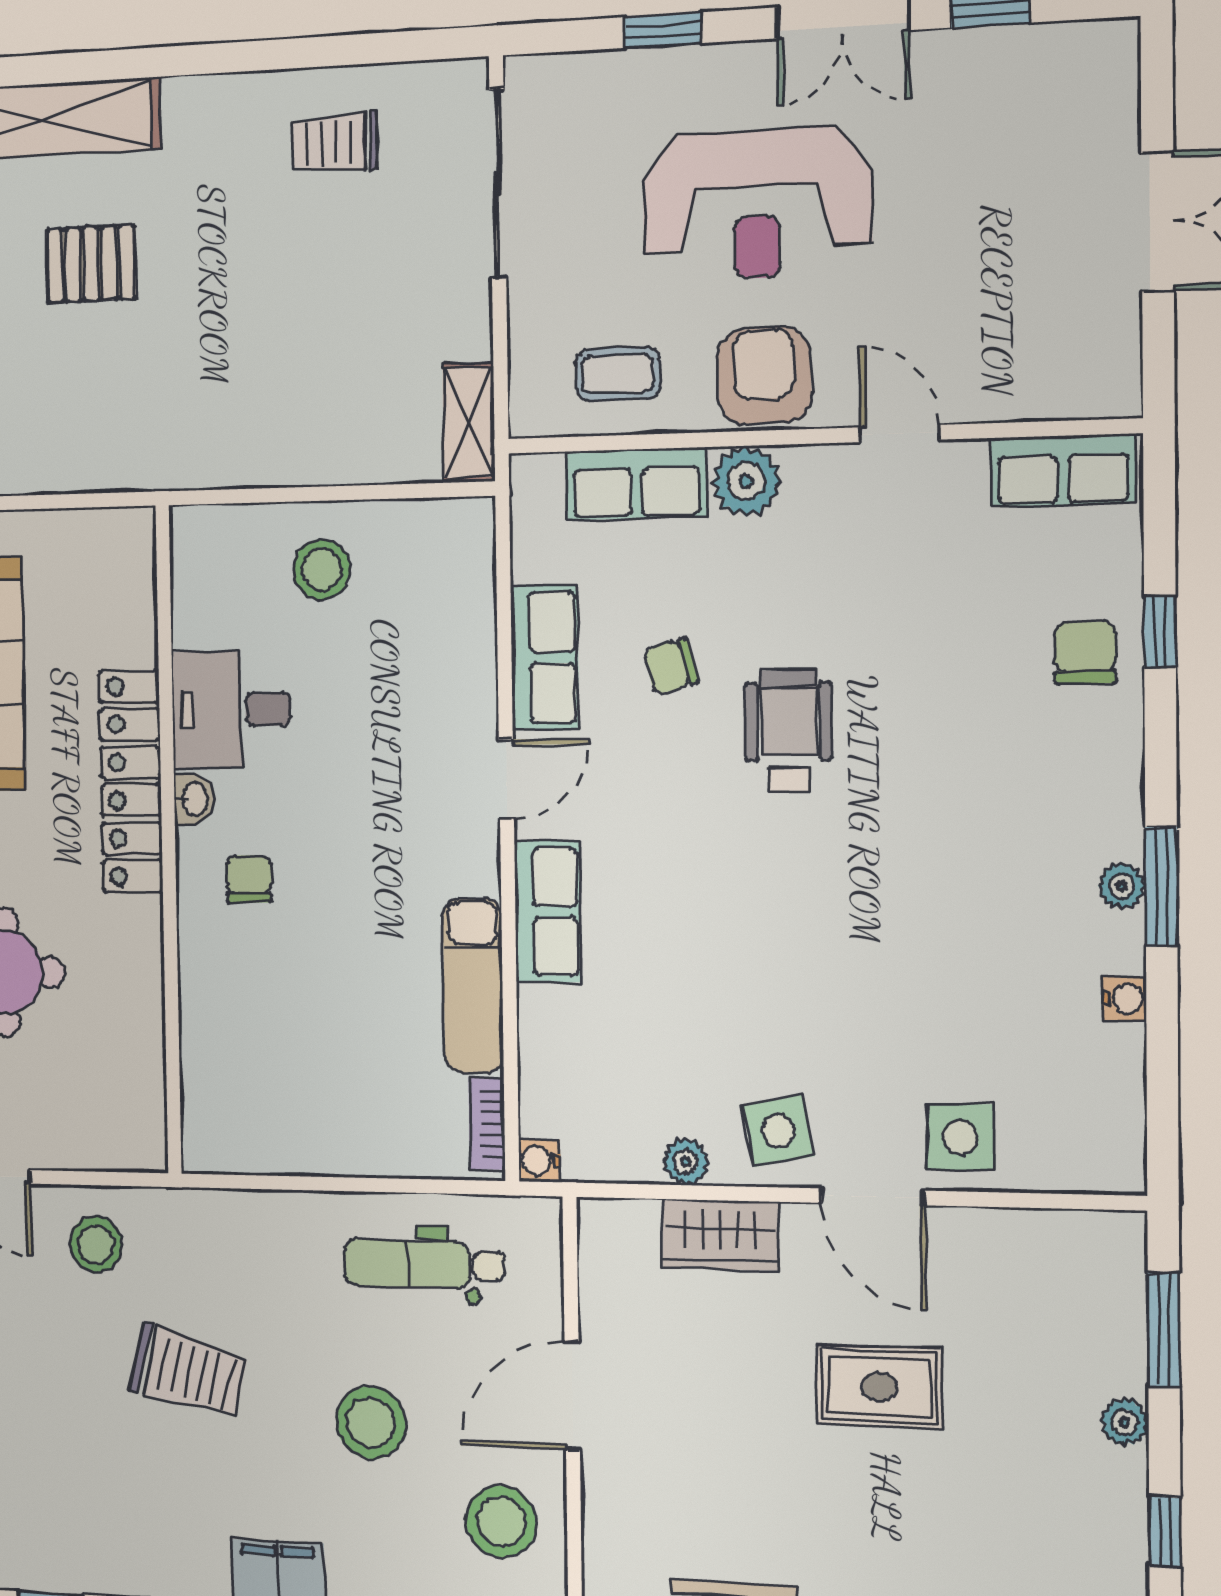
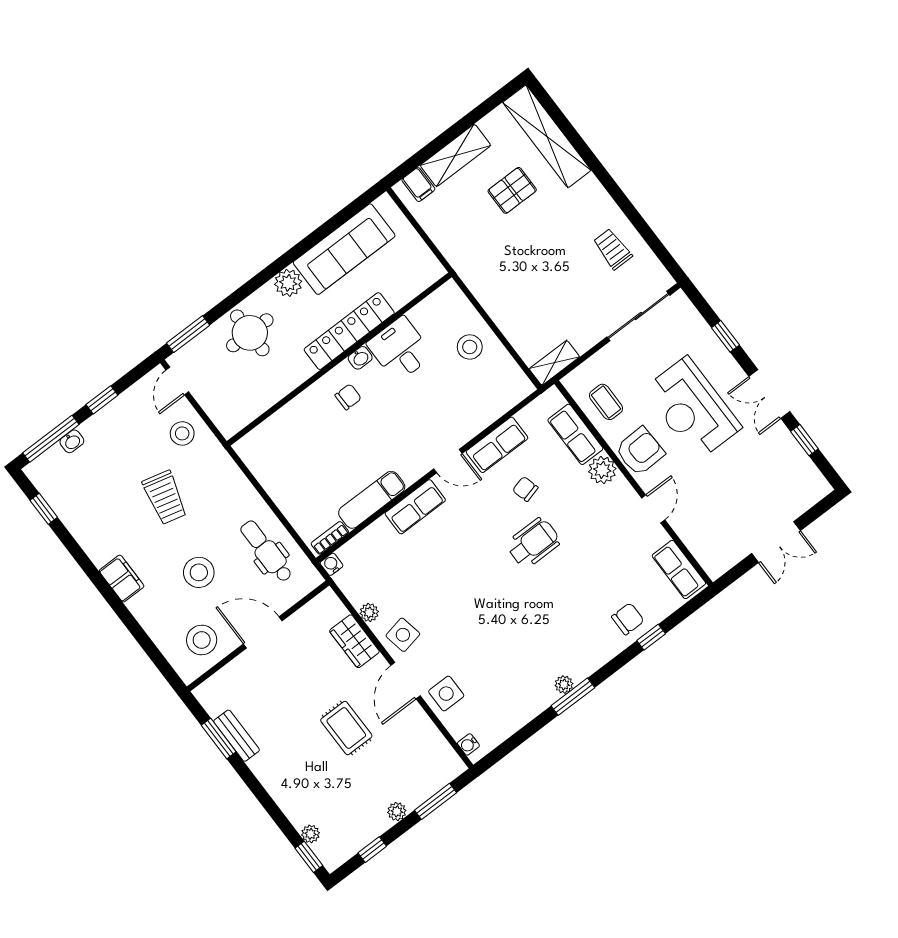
pallet: (91, 264) -> (512, 190), turned 90
water cooler: (1124, 999) -> (468, 744), moved, turned 90

